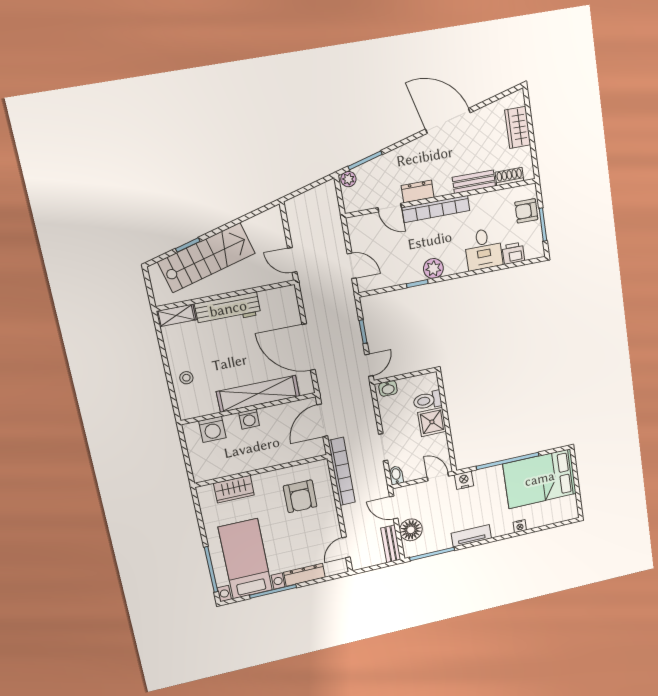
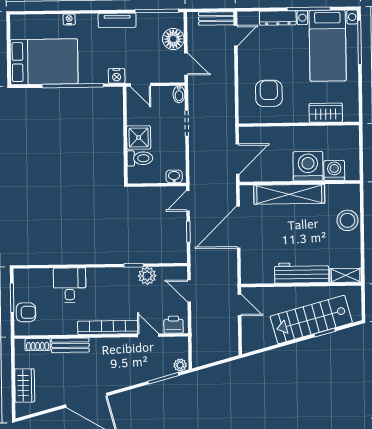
dresser: (418, 191) -> (122, 345), removed
printer: (513, 253) -> (174, 325), moved, turned 180
plant: (433, 268) -> (147, 276), moved
door: (309, 347) -> (238, 227), swing flipped
stool: (186, 378) -> (347, 220), width x1.89, depth x1.89
washing machine: (249, 419) -> (308, 166), width x1.89, depth x1.89
bookcase: (342, 471) -> (228, 108), removed
bench: (391, 544) -> (216, 18), moved, turned 90

